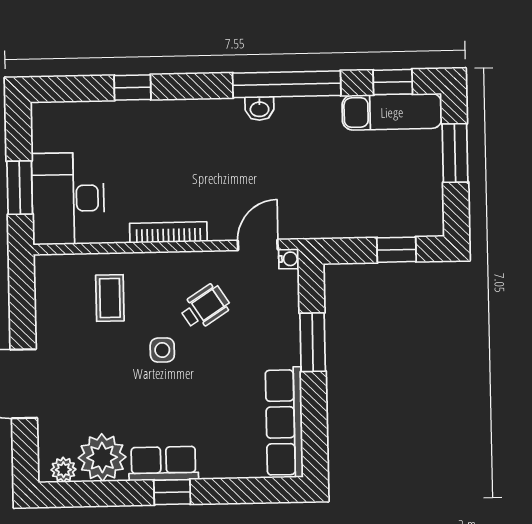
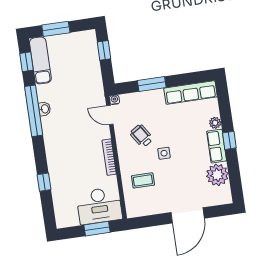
washbasin: (259, 109) -> (45, 109), moved
plant: (63, 470) -> (215, 123), moved

